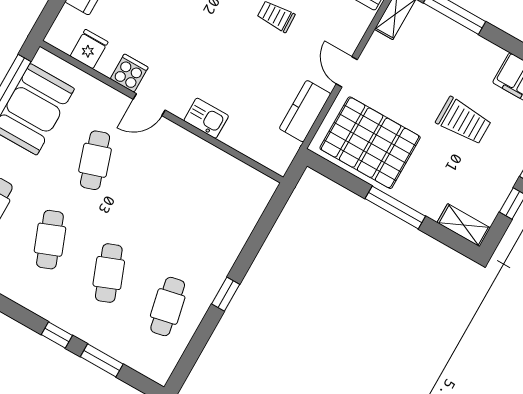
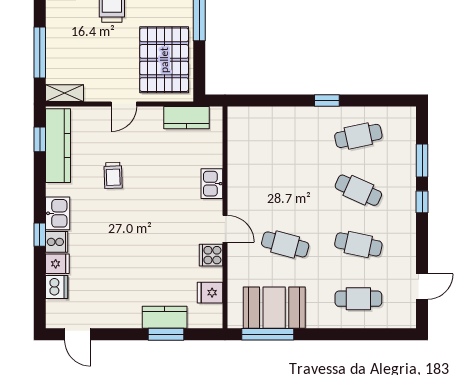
kitchen counter: (305, 111) -> (186, 118), moved
cafe table: (95, 160) -> (285, 244), turned 33
cafe table: (50, 240) -> (358, 244), turned 33
cafe table: (109, 273) -> (358, 190), turned 45

